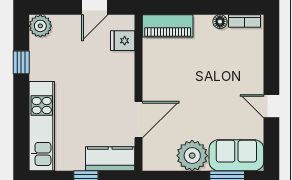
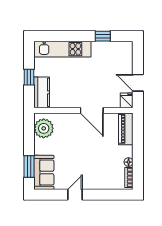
plant: (40, 26) -> (126, 48), removed
fridge: (123, 41) -> (127, 100), moved
door: (138, 120) -> (92, 110), moved
plant: (192, 156) -> (44, 128), moved

